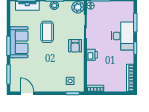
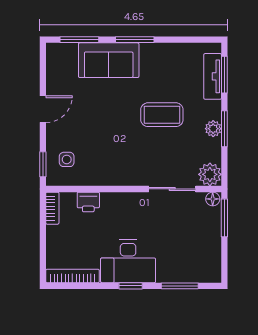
desk: (123, 36) -> (128, 261), moved
sofa: (19, 42) -> (109, 60), moved
armchair: (75, 46) -> (135, 169), removed
printer: (92, 55) -> (88, 202), moved
door: (27, 93) -> (43, 109), moved

